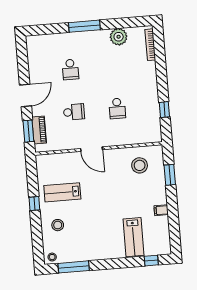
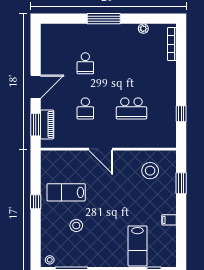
plant: (119, 37) -> (143, 29), width x0.53, depth x0.53
school desk: (117, 108) -> (131, 108), width x1.85
school desk: (74, 112) -> (85, 108), turned 90
stool: (58, 225) -> (76, 226), moved

